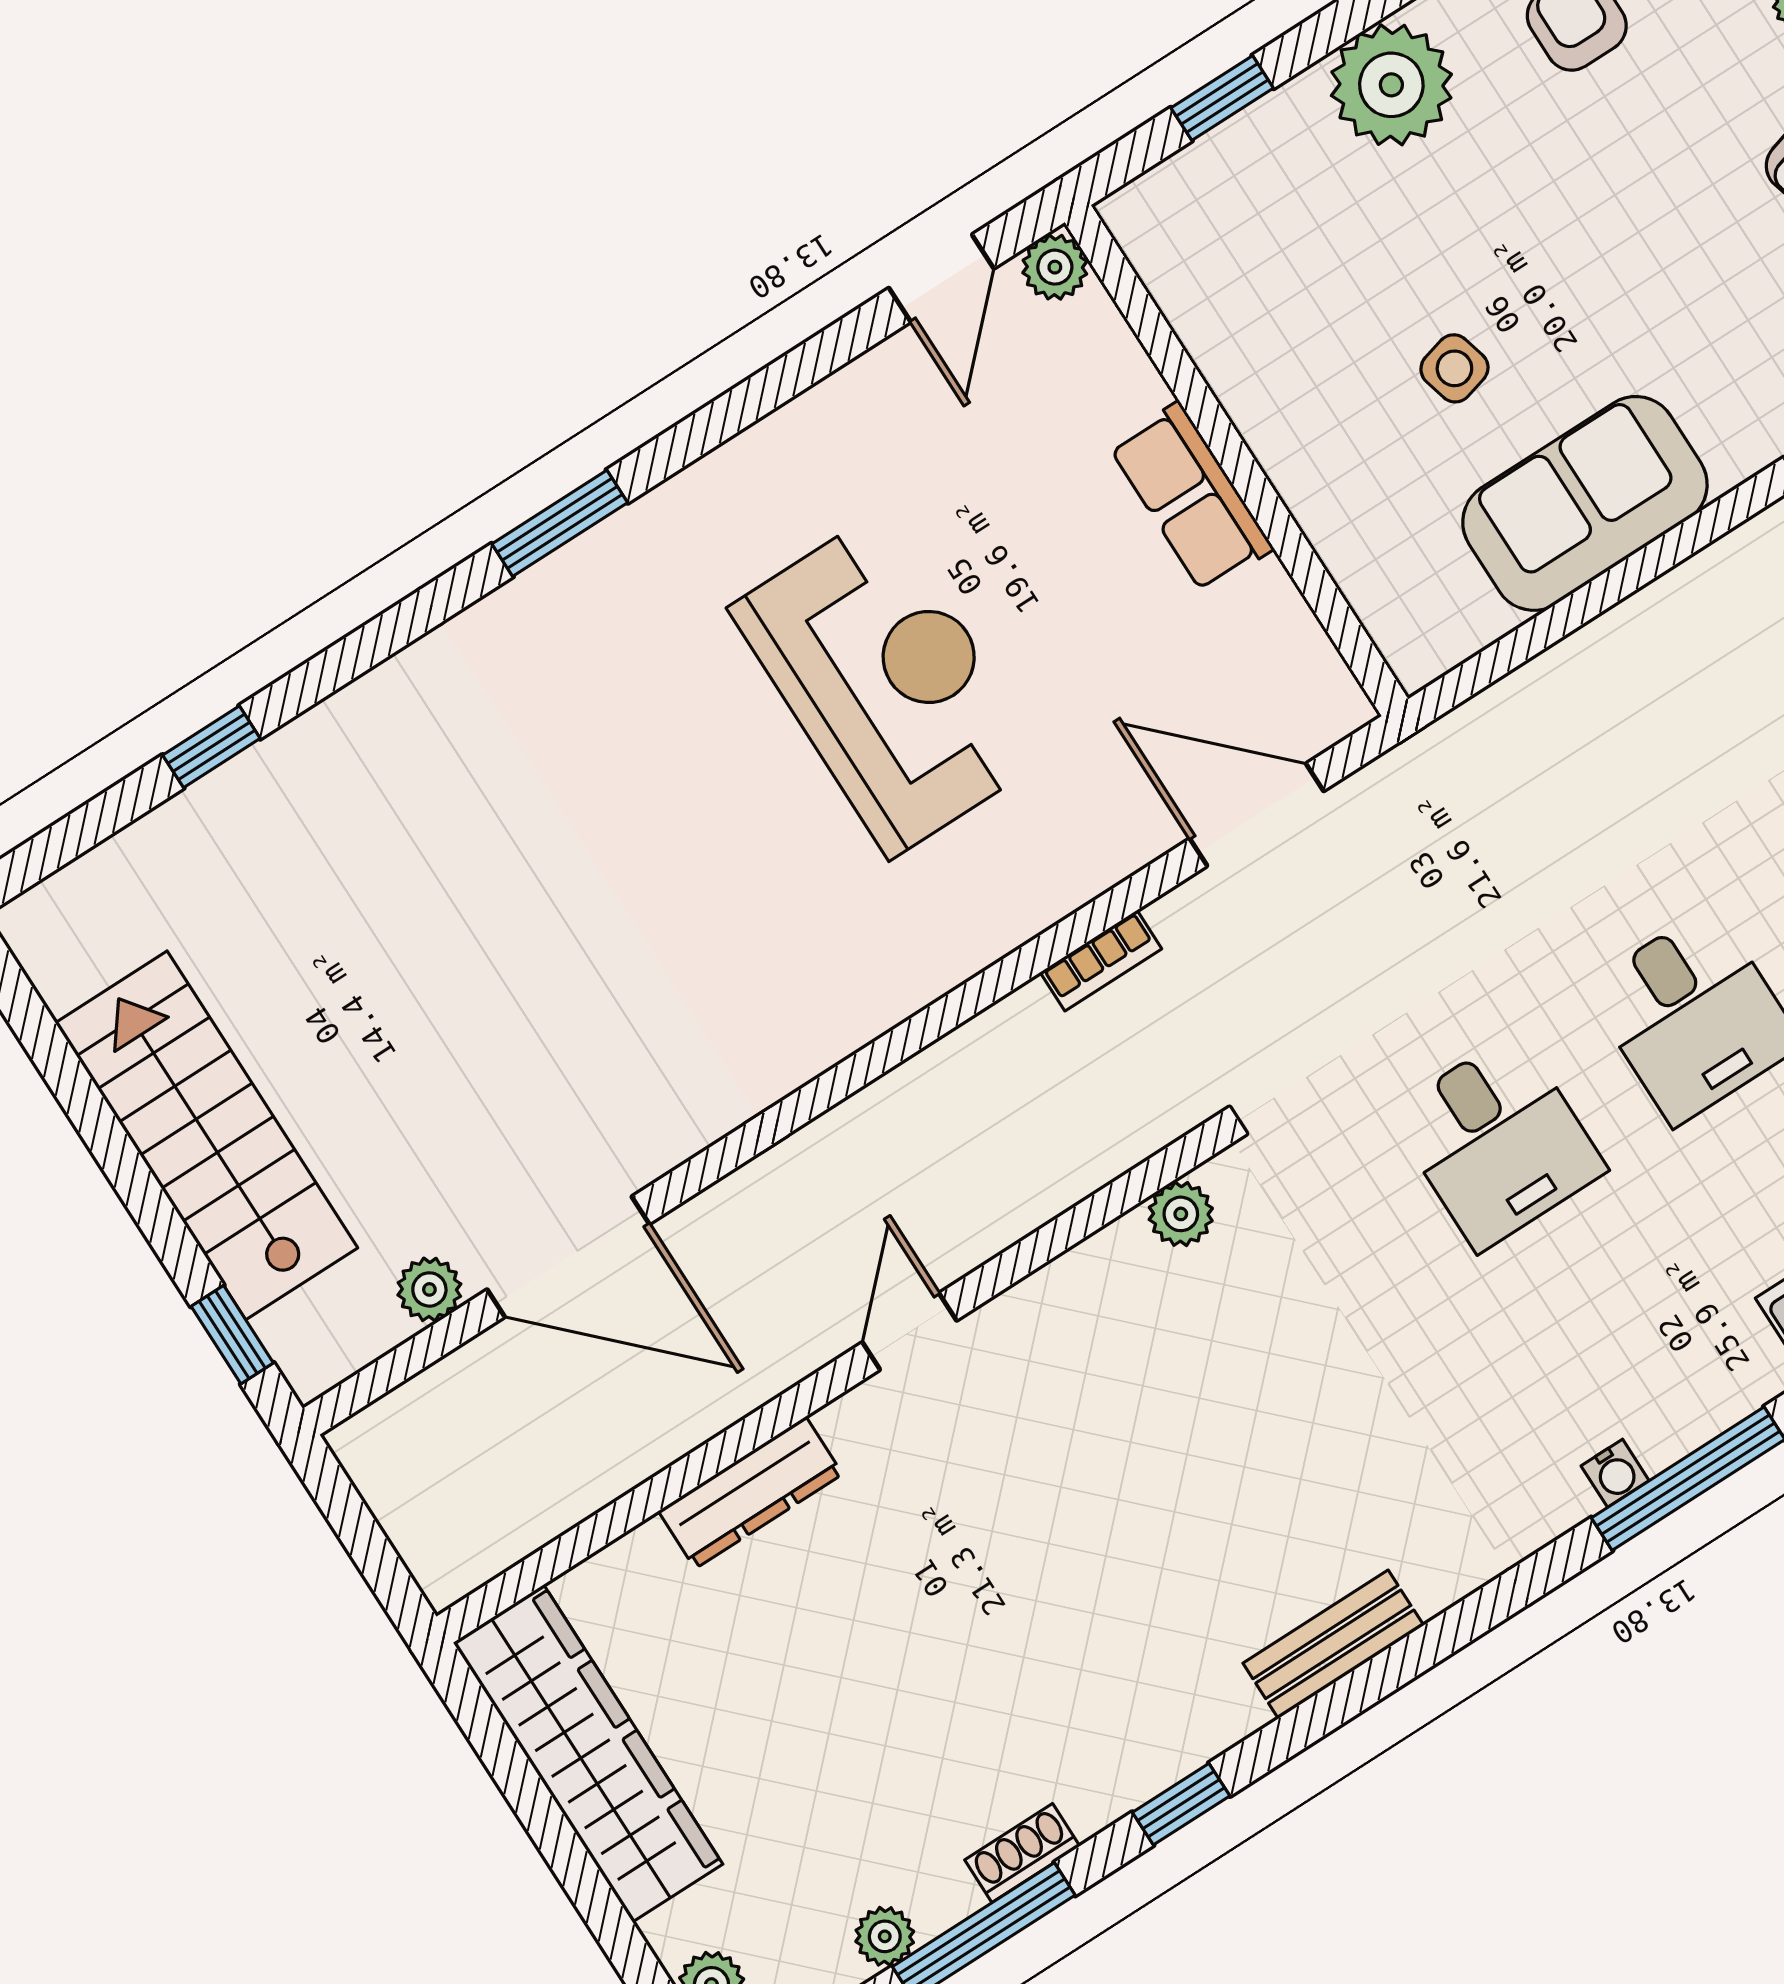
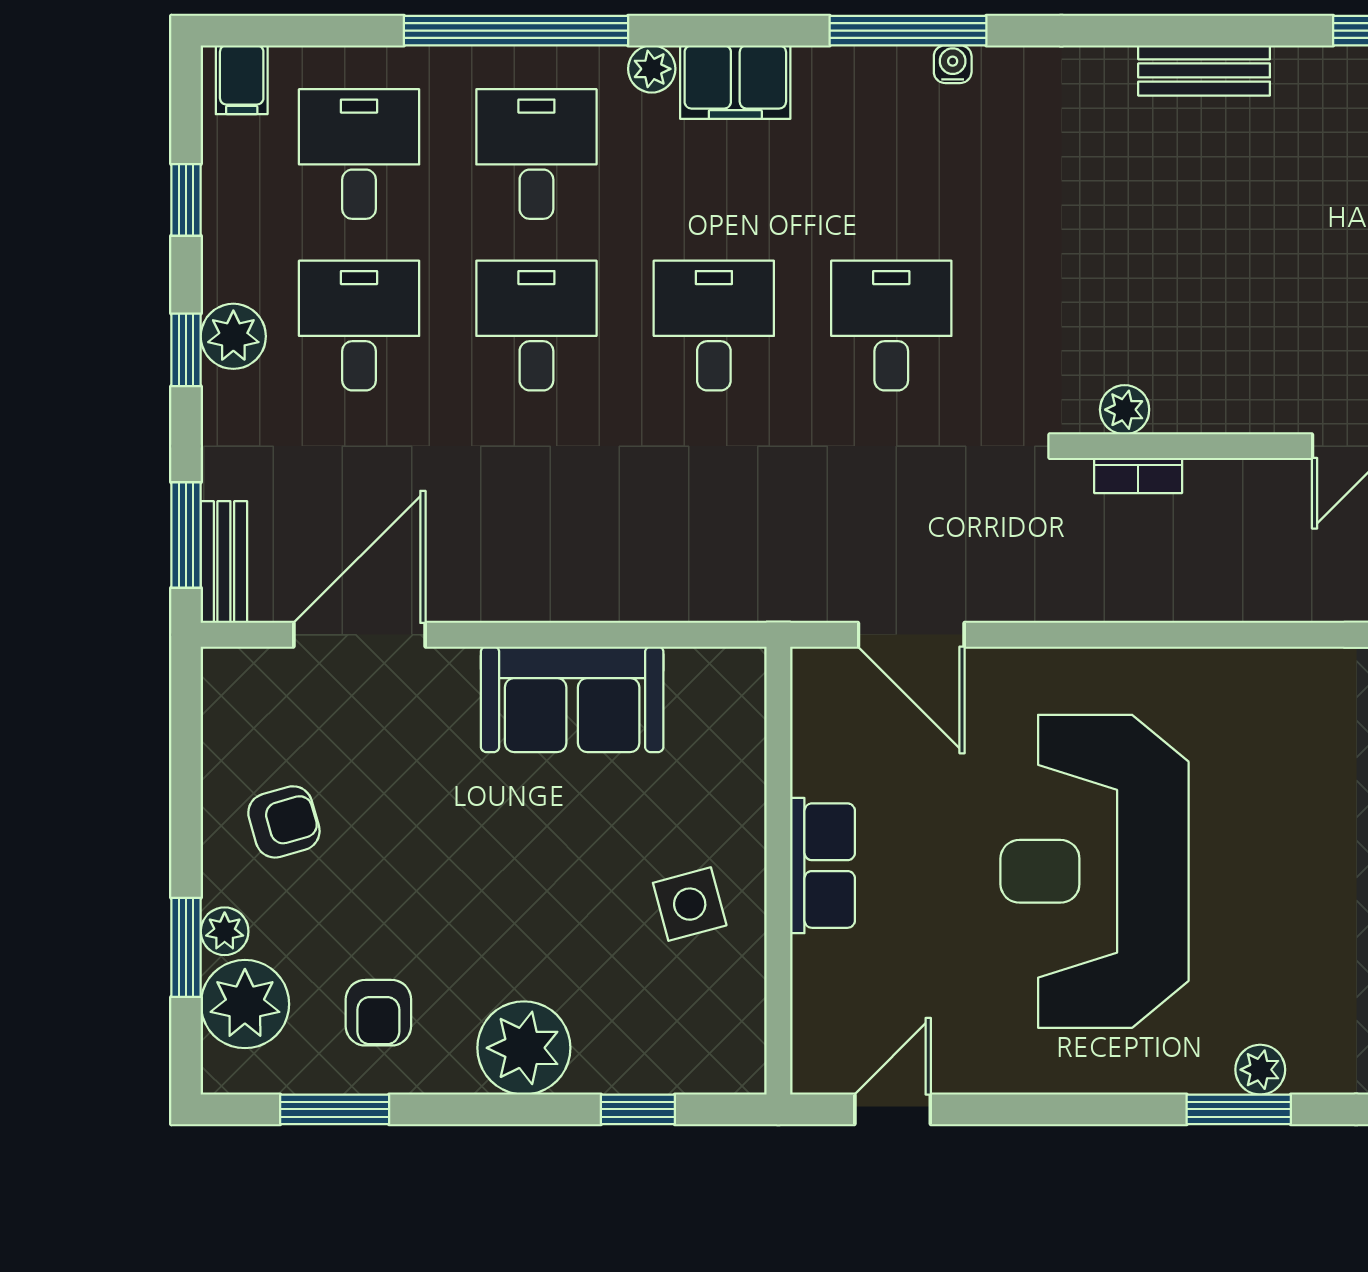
plant: (1055, 267) -> (1260, 1070), moved
side table: (1454, 368) -> (690, 904), moved, width x1.37, depth x1.37
reception desk: (887, 684) -> (1095, 871), width x1.36, depth x1.30
bookcase: (1101, 960) -> (1138, 475), moved, turned 180

